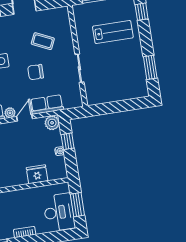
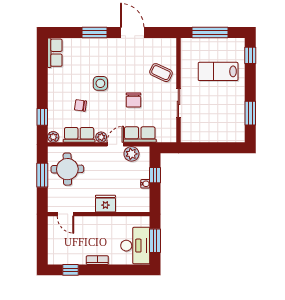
lab bench: (113, 32) -> (218, 71), turned 180
coffee table: (43, 41) -> (161, 73), moved
chair: (36, 72) -> (133, 100), turned -90
plant: (52, 123) -> (131, 154), moved
fridge: (37, 174) -> (105, 204), moved

